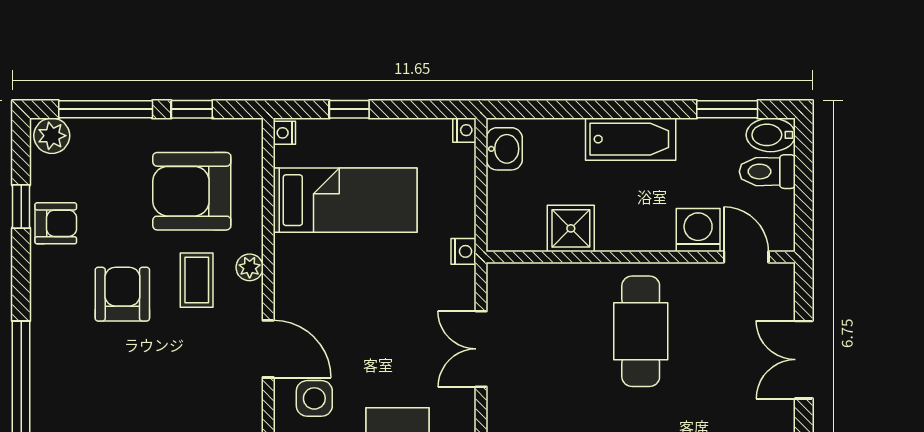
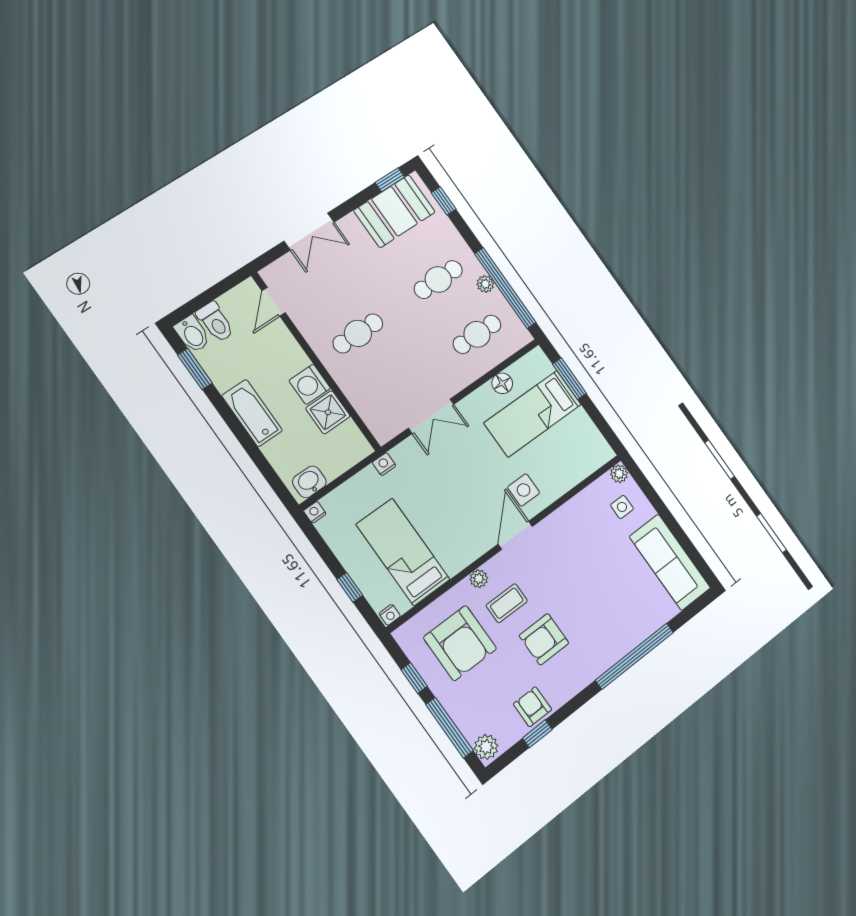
washing machine: (698, 230) -> (310, 384), moved
cafe table: (641, 331) -> (358, 333), width x0.73, depth x0.74

